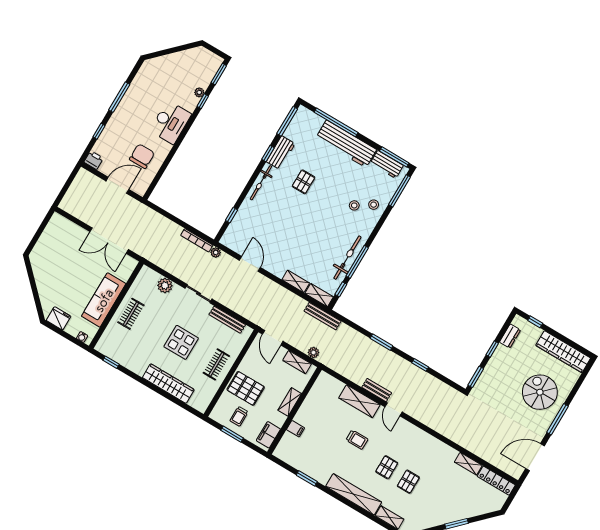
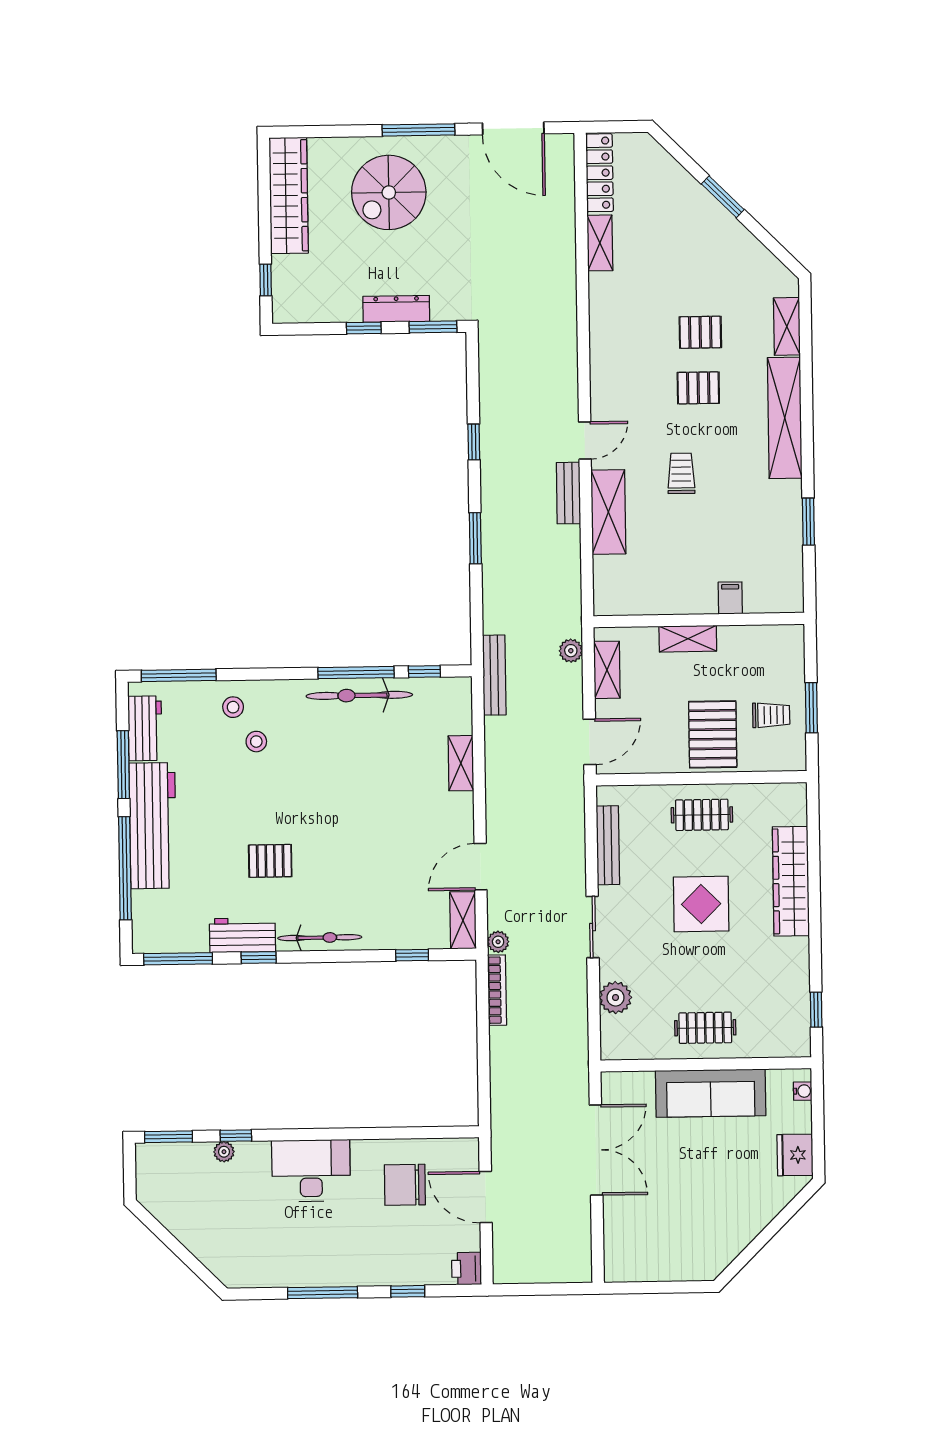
window: (394, 157) -> (123, 765), moved
shelving: (319, 295) -> (463, 920), moved
dresser: (510, 336) -> (396, 309), moved, width x1.44
filing cabinet: (268, 435) -> (772, 641), removed

